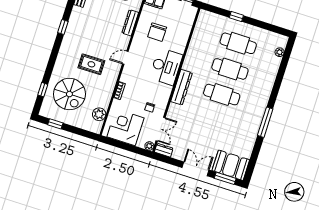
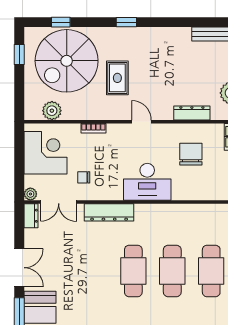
window: (63, 27) -> (126, 22), moved
chair: (157, 32) -> (191, 154), turned 90
dresser: (182, 87) -> (109, 212), moved
spiral stairs: (69, 94) -> (67, 61), width x1.37, depth x1.37

